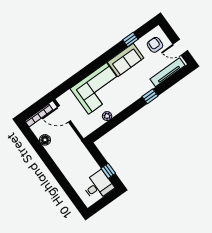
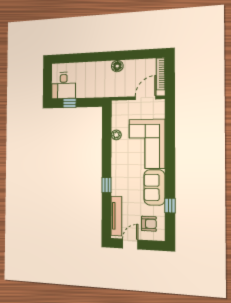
floor lamp: (45, 140) -> (117, 66), moved

